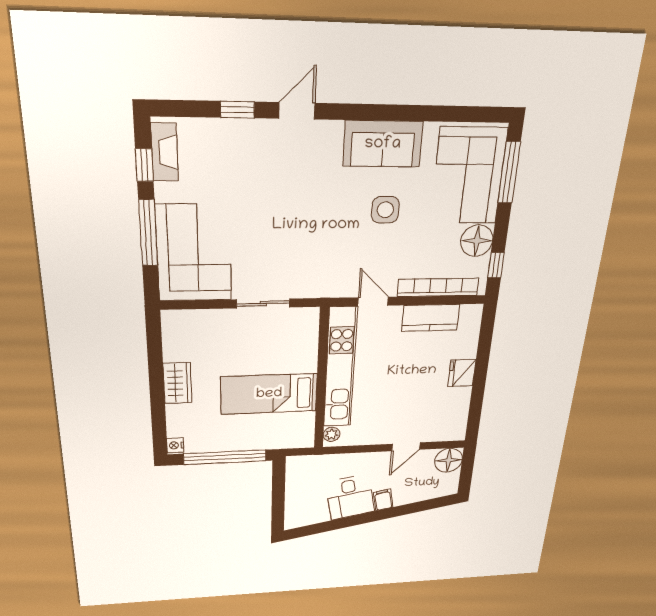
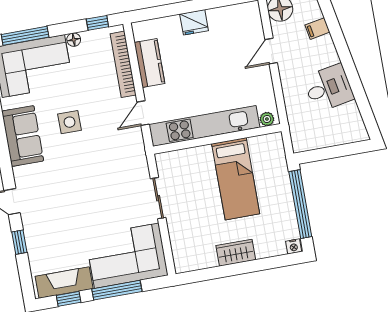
fireplace: (165, 152) -> (64, 282), width x1.37, depth x1.32
floor lamp: (477, 241) -> (74, 40), width x0.53, depth x0.53
door: (406, 447) -> (271, 51), swing flipped
filing cabinet: (383, 500) -> (317, 29), moved

